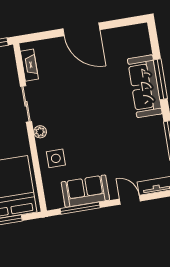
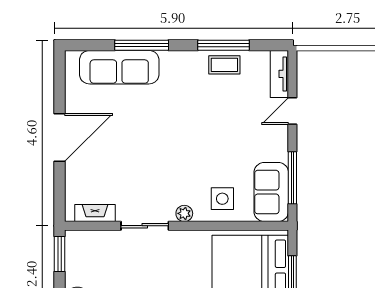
sofa: (145, 86) -> (119, 67), moved
coffee table: (156, 143) -> (224, 65), added
sofa: (85, 191) -> (271, 192), moved

